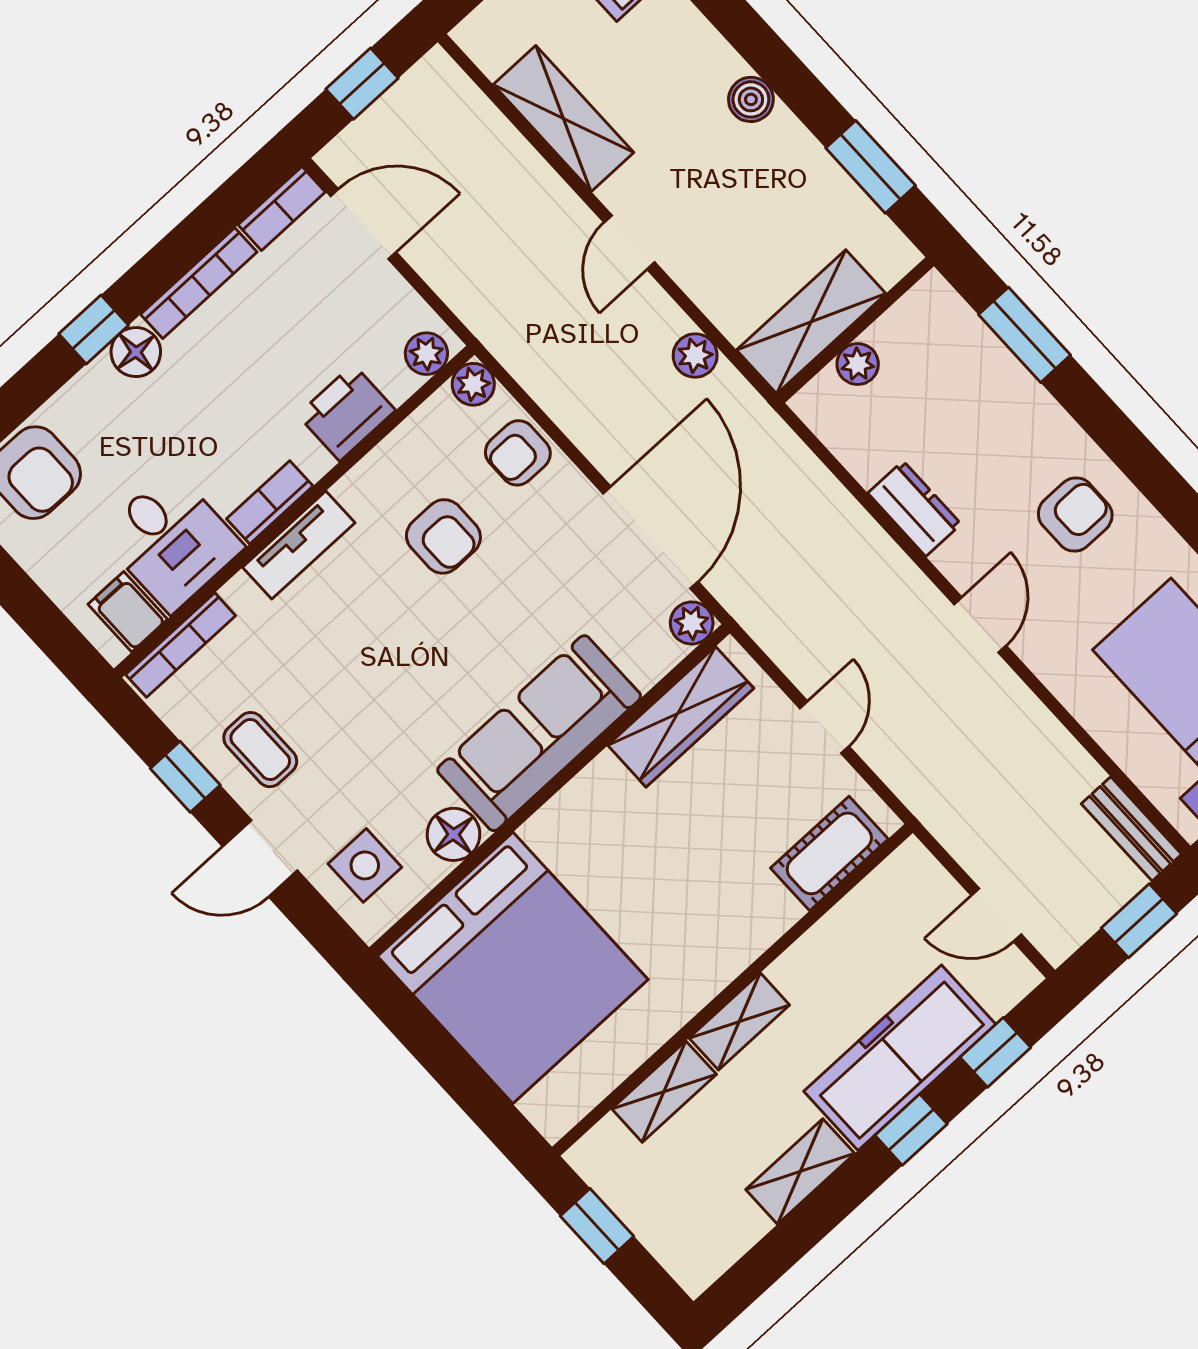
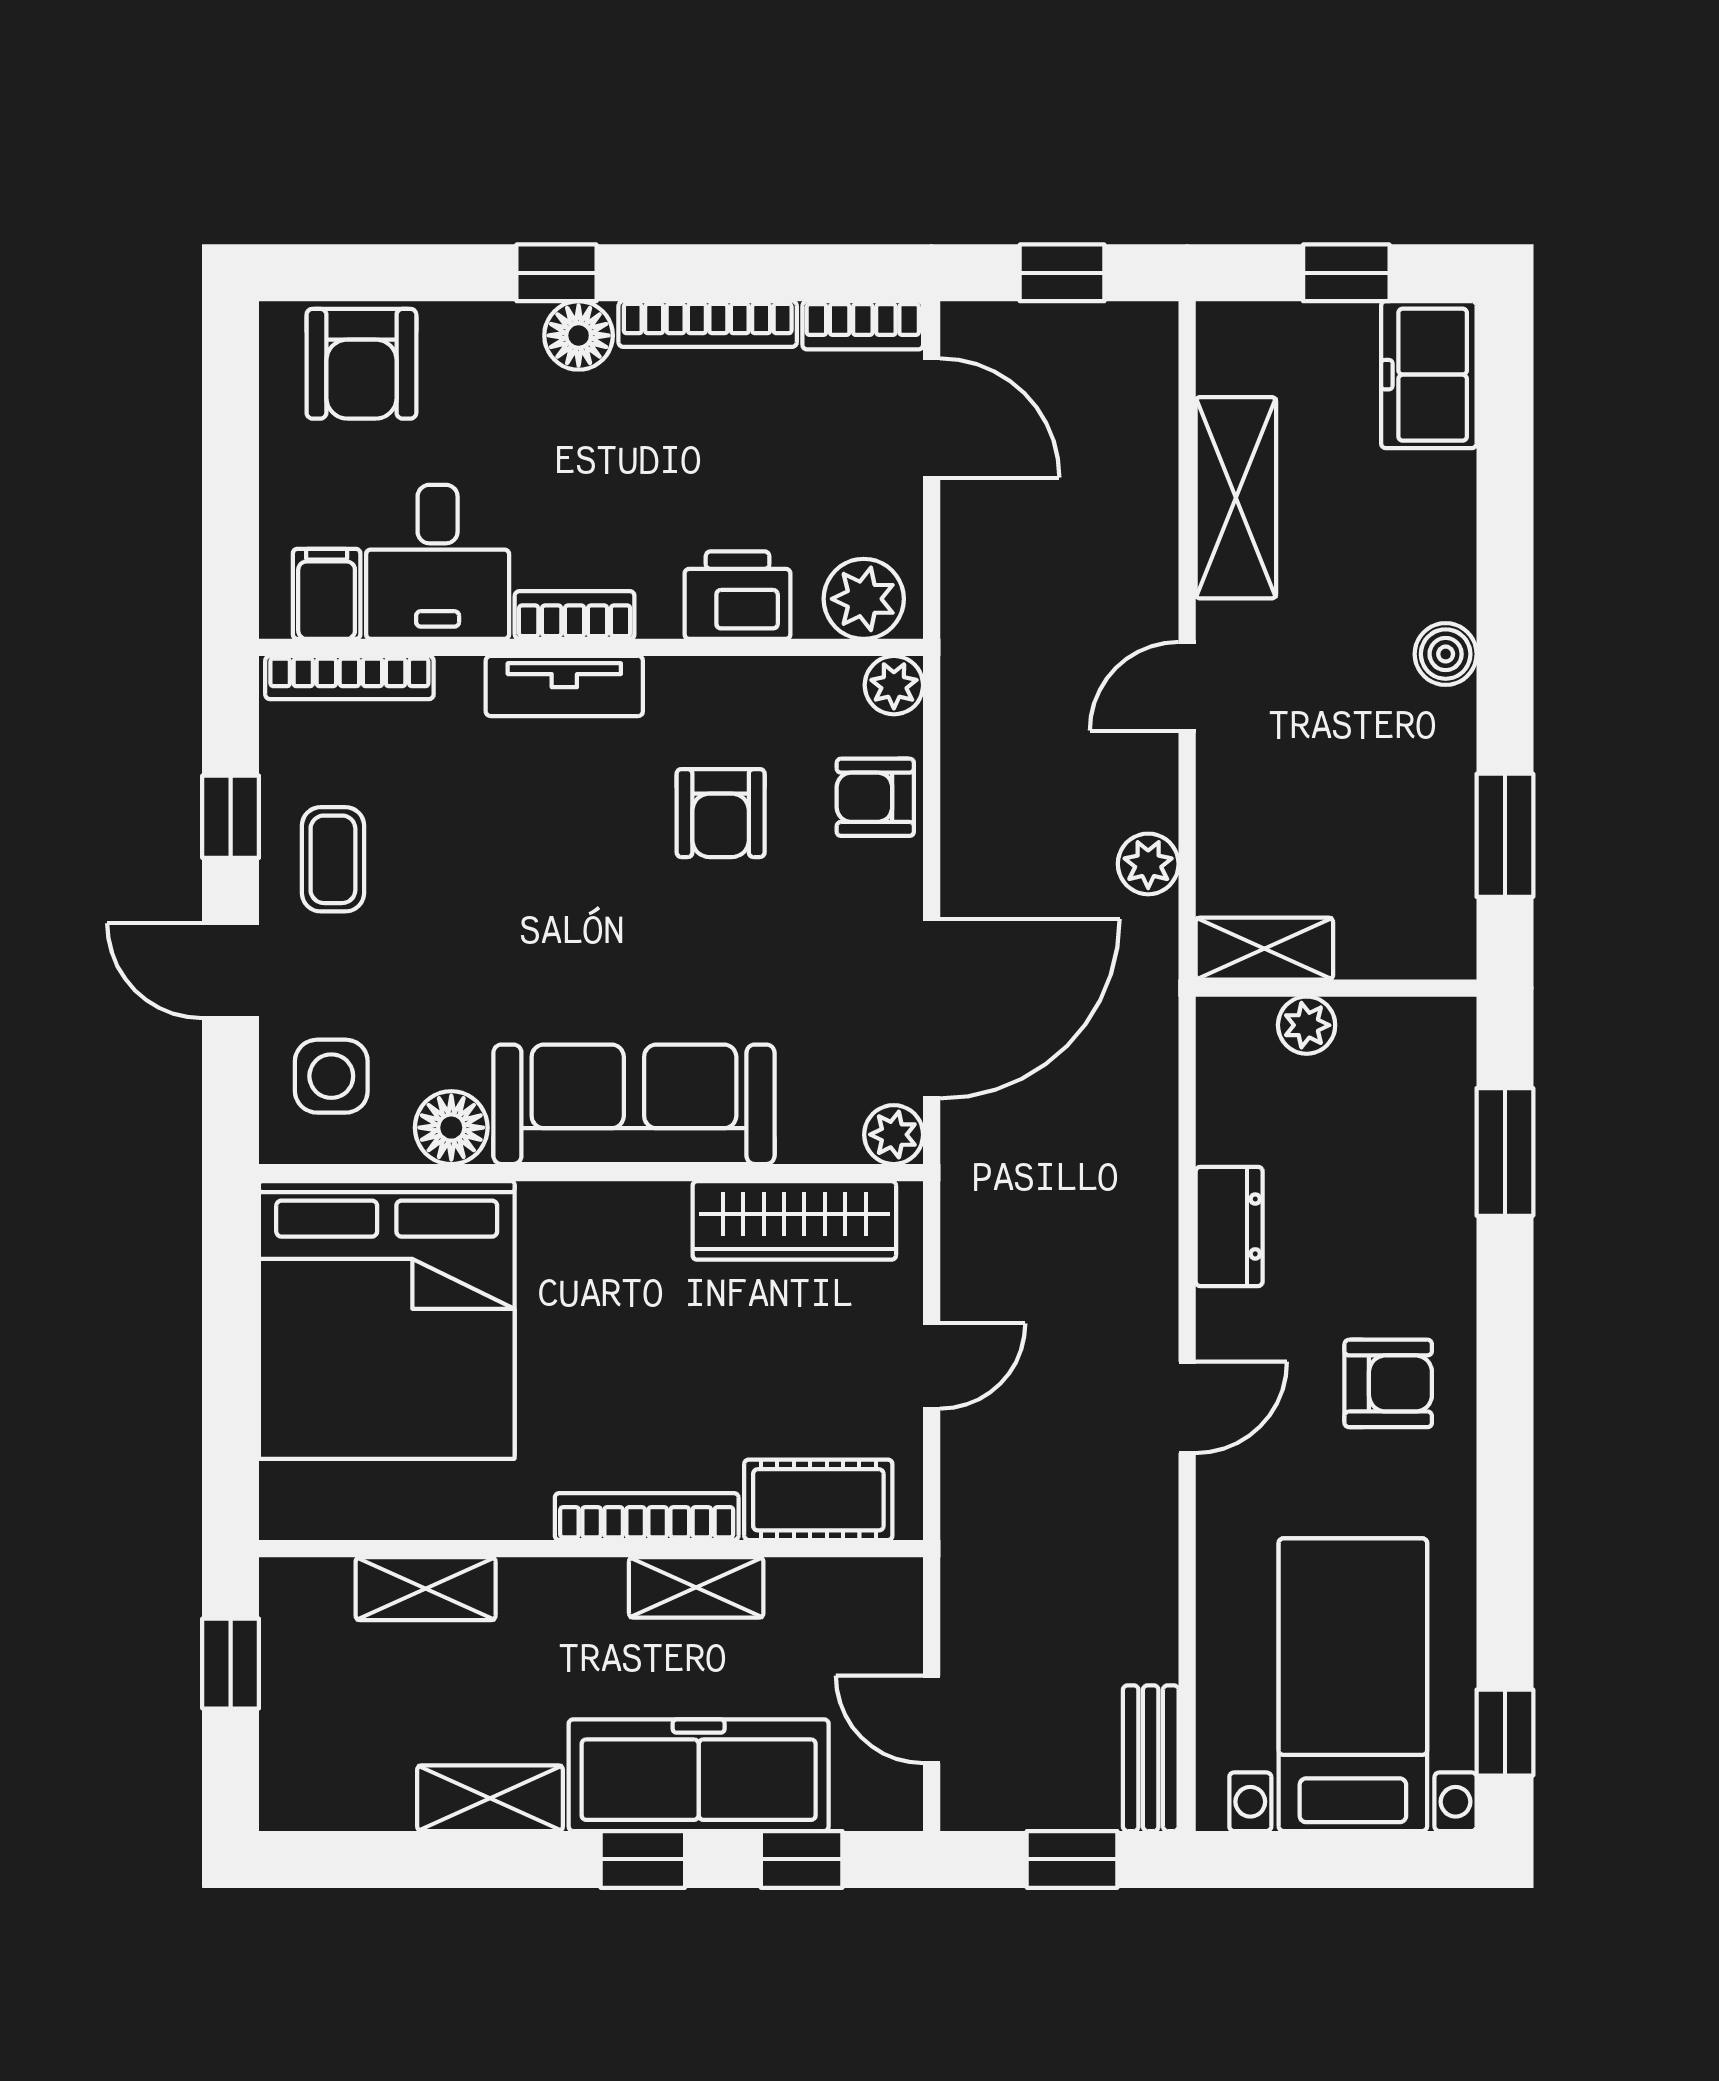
shelving: (811, 322) -> (1264, 949), width x0.67, depth x0.75
plant: (426, 354) -> (864, 599), width x1.38, depth x1.38
bookcase: (746, 946) -> (647, 1517), added
shelving: (739, 1021) -> (696, 1587), moved

